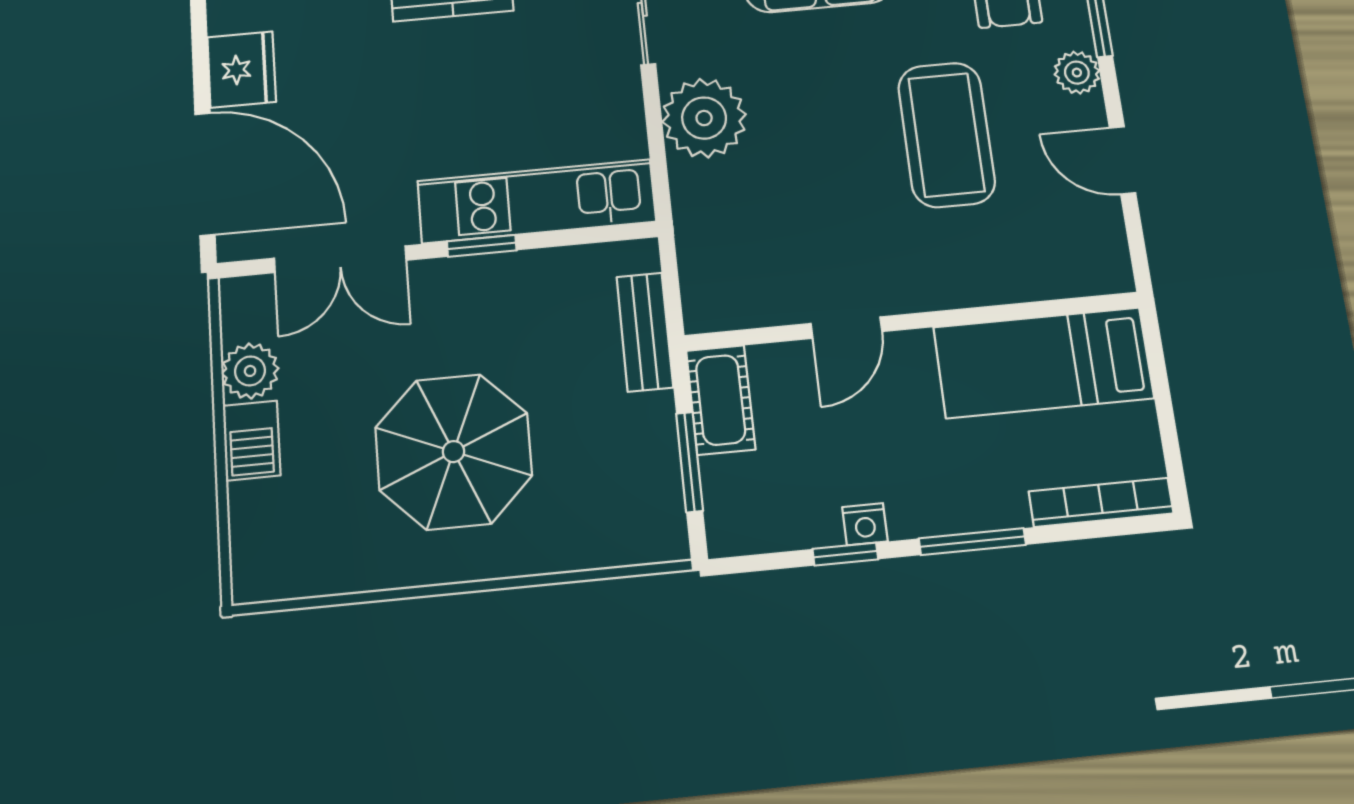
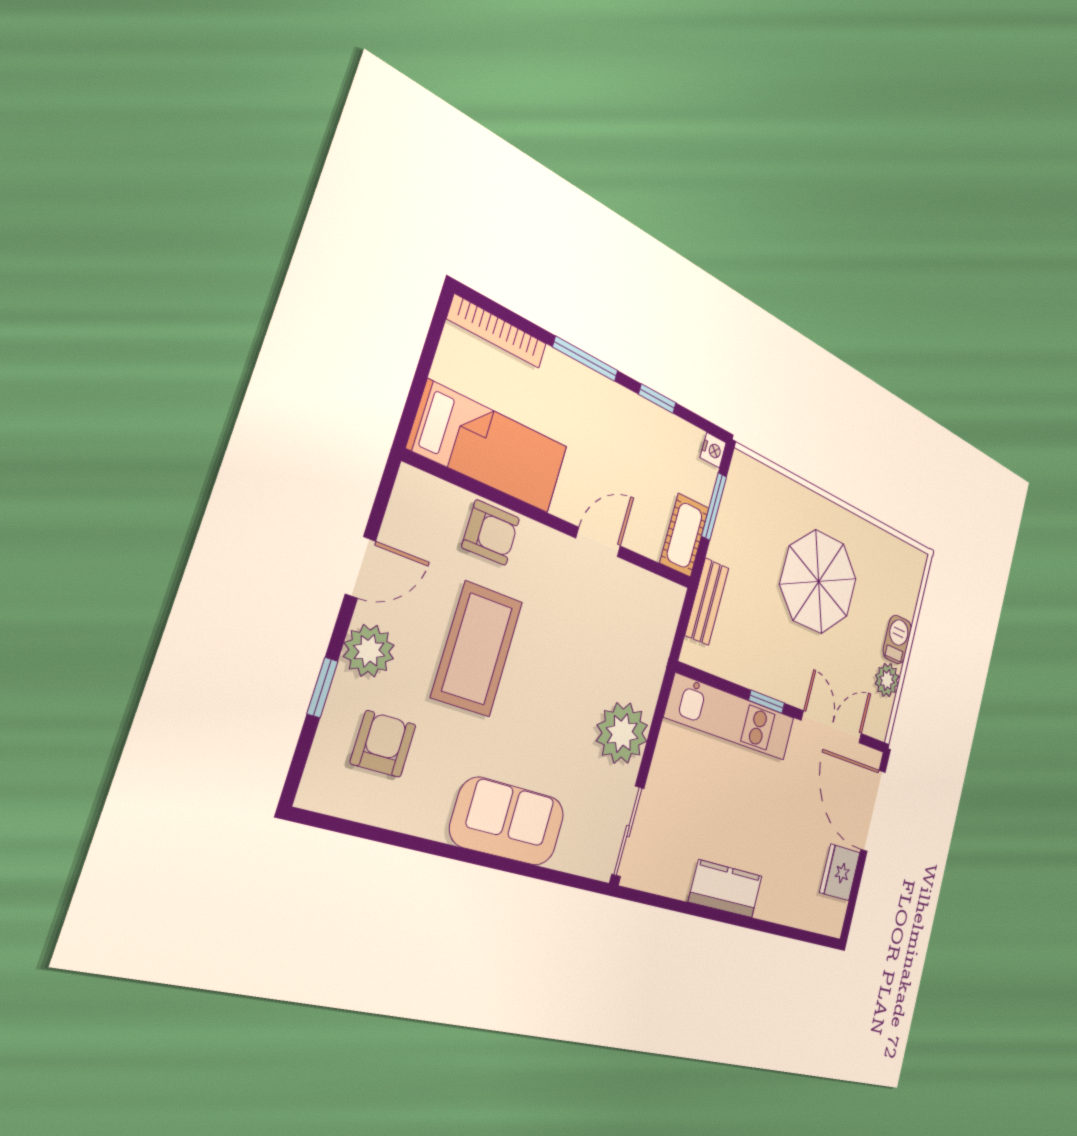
plant: (1077, 73) -> (369, 651), width x1.38, depth x1.38
door: (1122, 160) -> (360, 567), hinge flipped
armchair: (994, 268) -> (491, 533), added
nightstand: (865, 524) -> (713, 450), moved, turned 90

